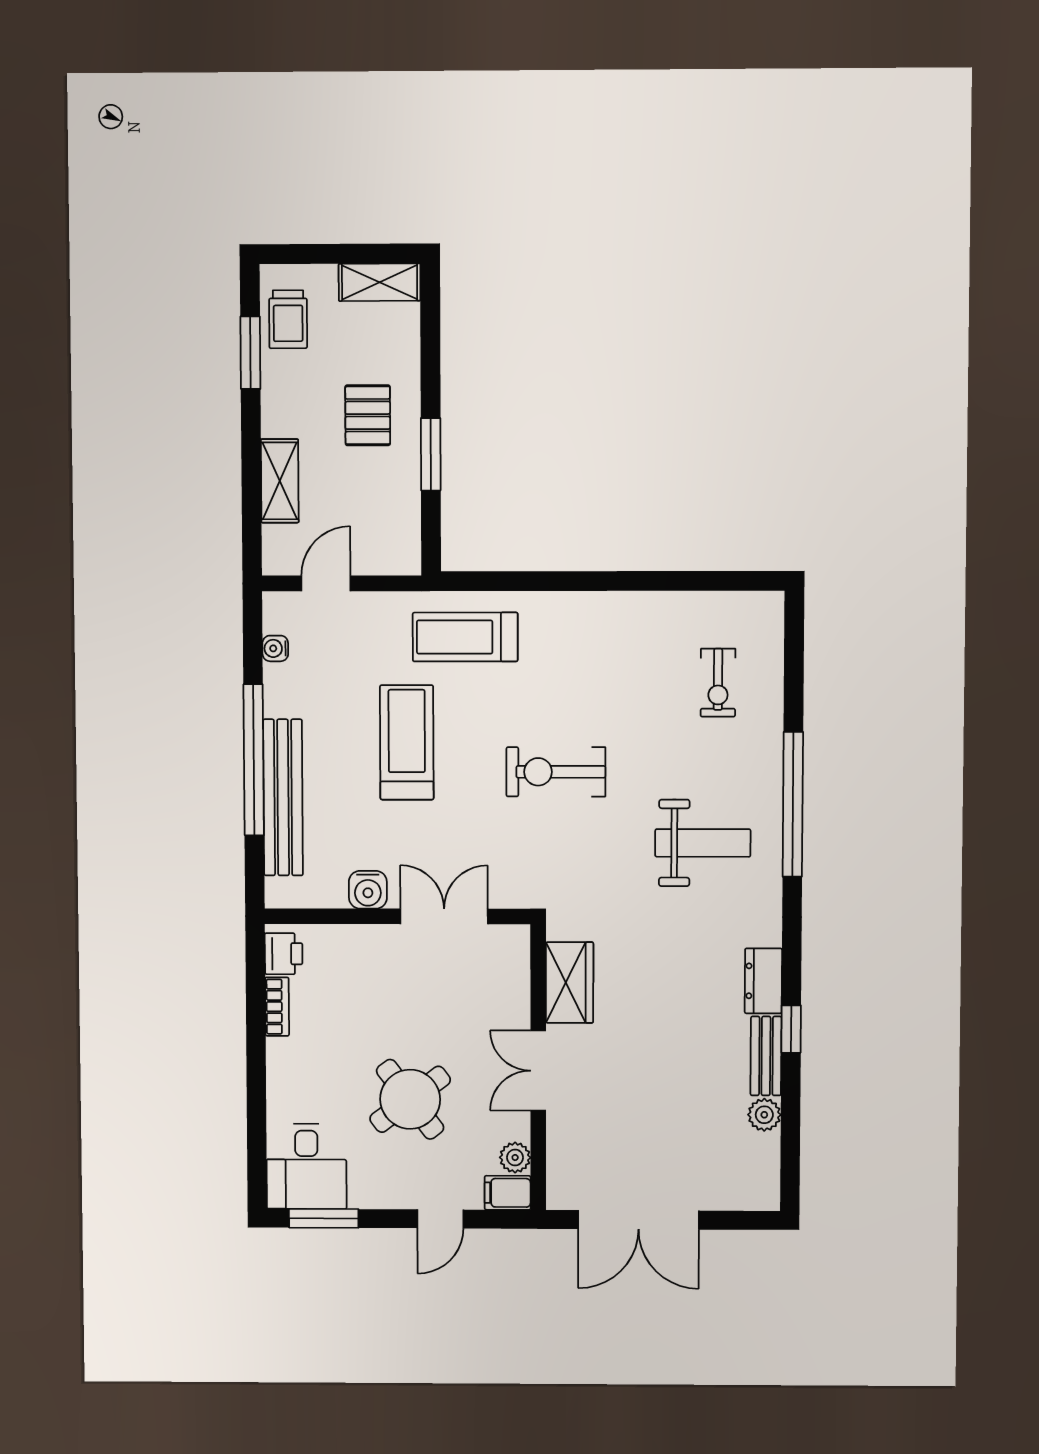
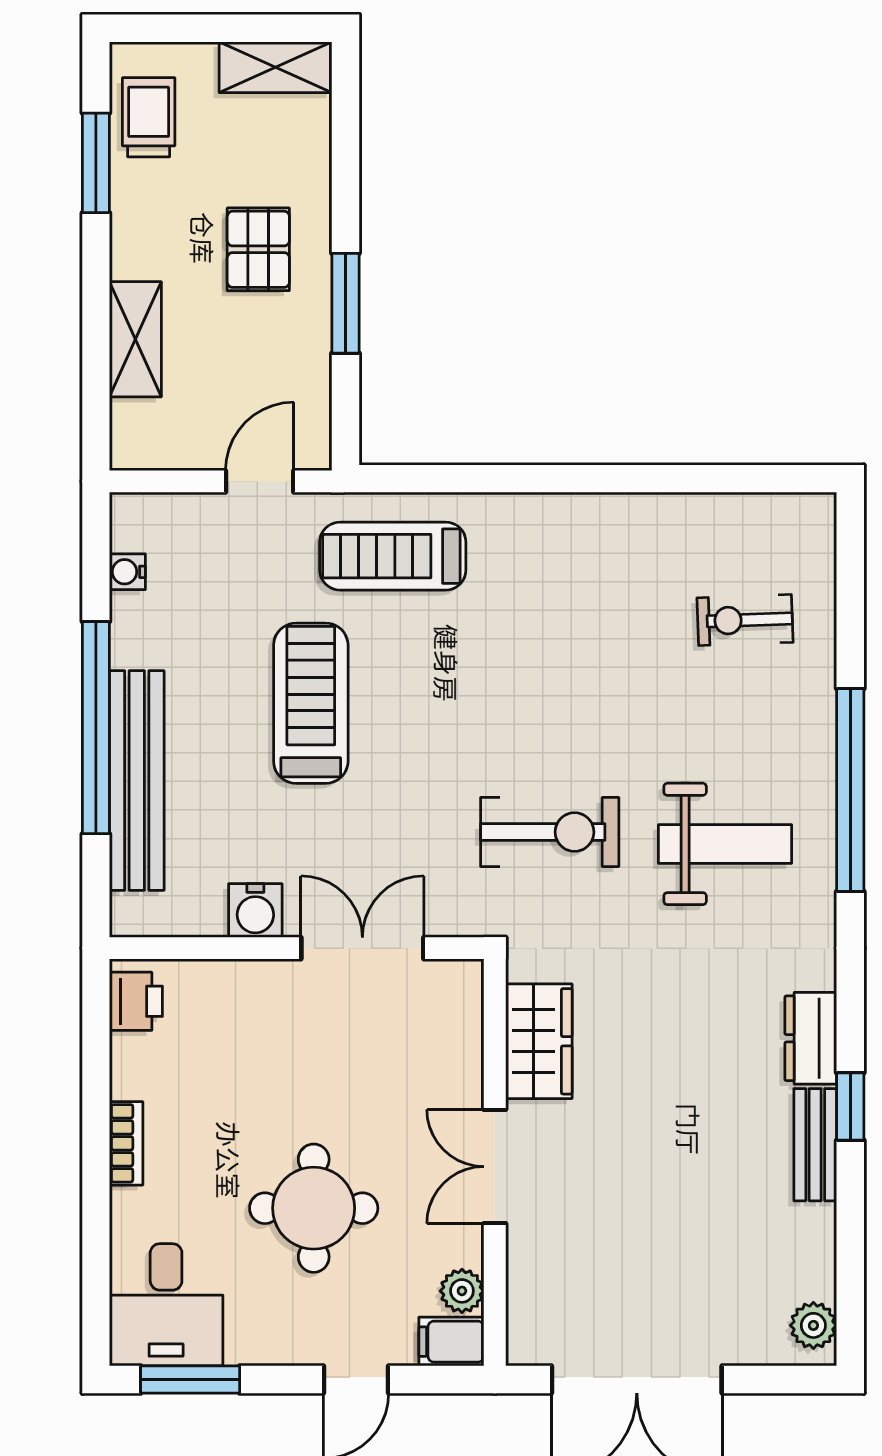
trolley: (288, 319) -> (149, 117), turned 180
door: (326, 583) -> (260, 481), moved
exercise bike: (718, 683) -> (745, 620), turned 88
exercise bike: (556, 772) -> (550, 832), moved, turned 180
bookcase: (277, 1007) -> (126, 1143), moved
round table: (410, 1099) -> (314, 1208), turned 37
plant: (764, 1115) -> (813, 1325), moved

